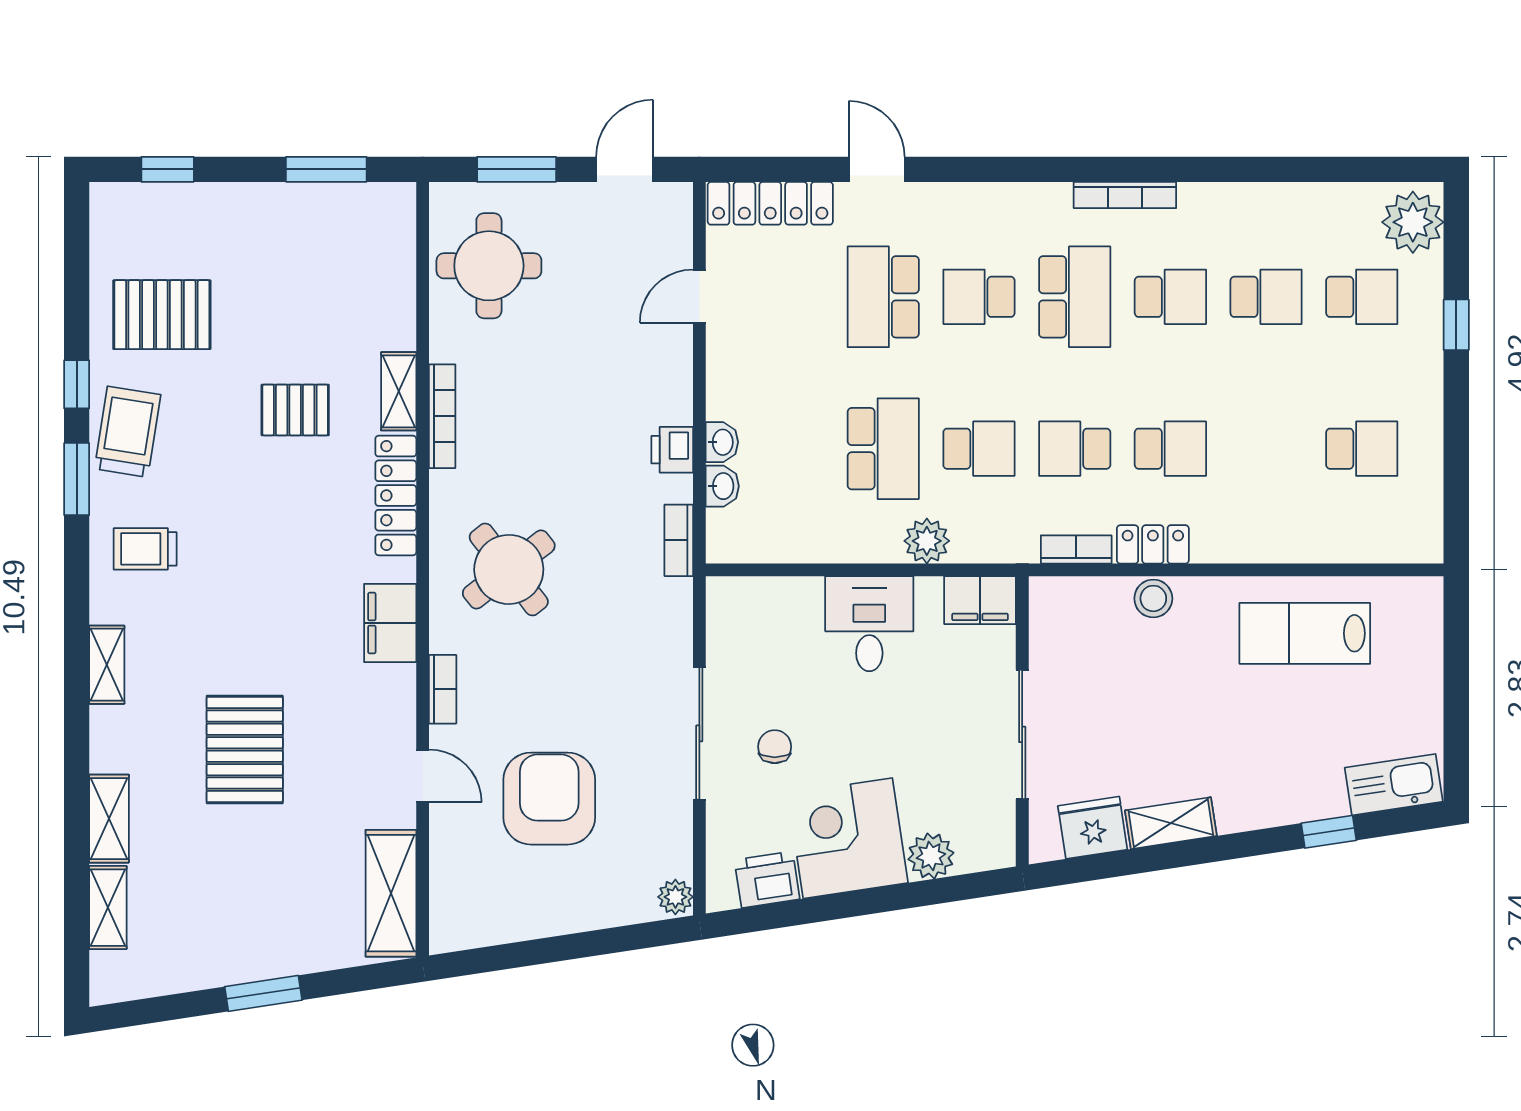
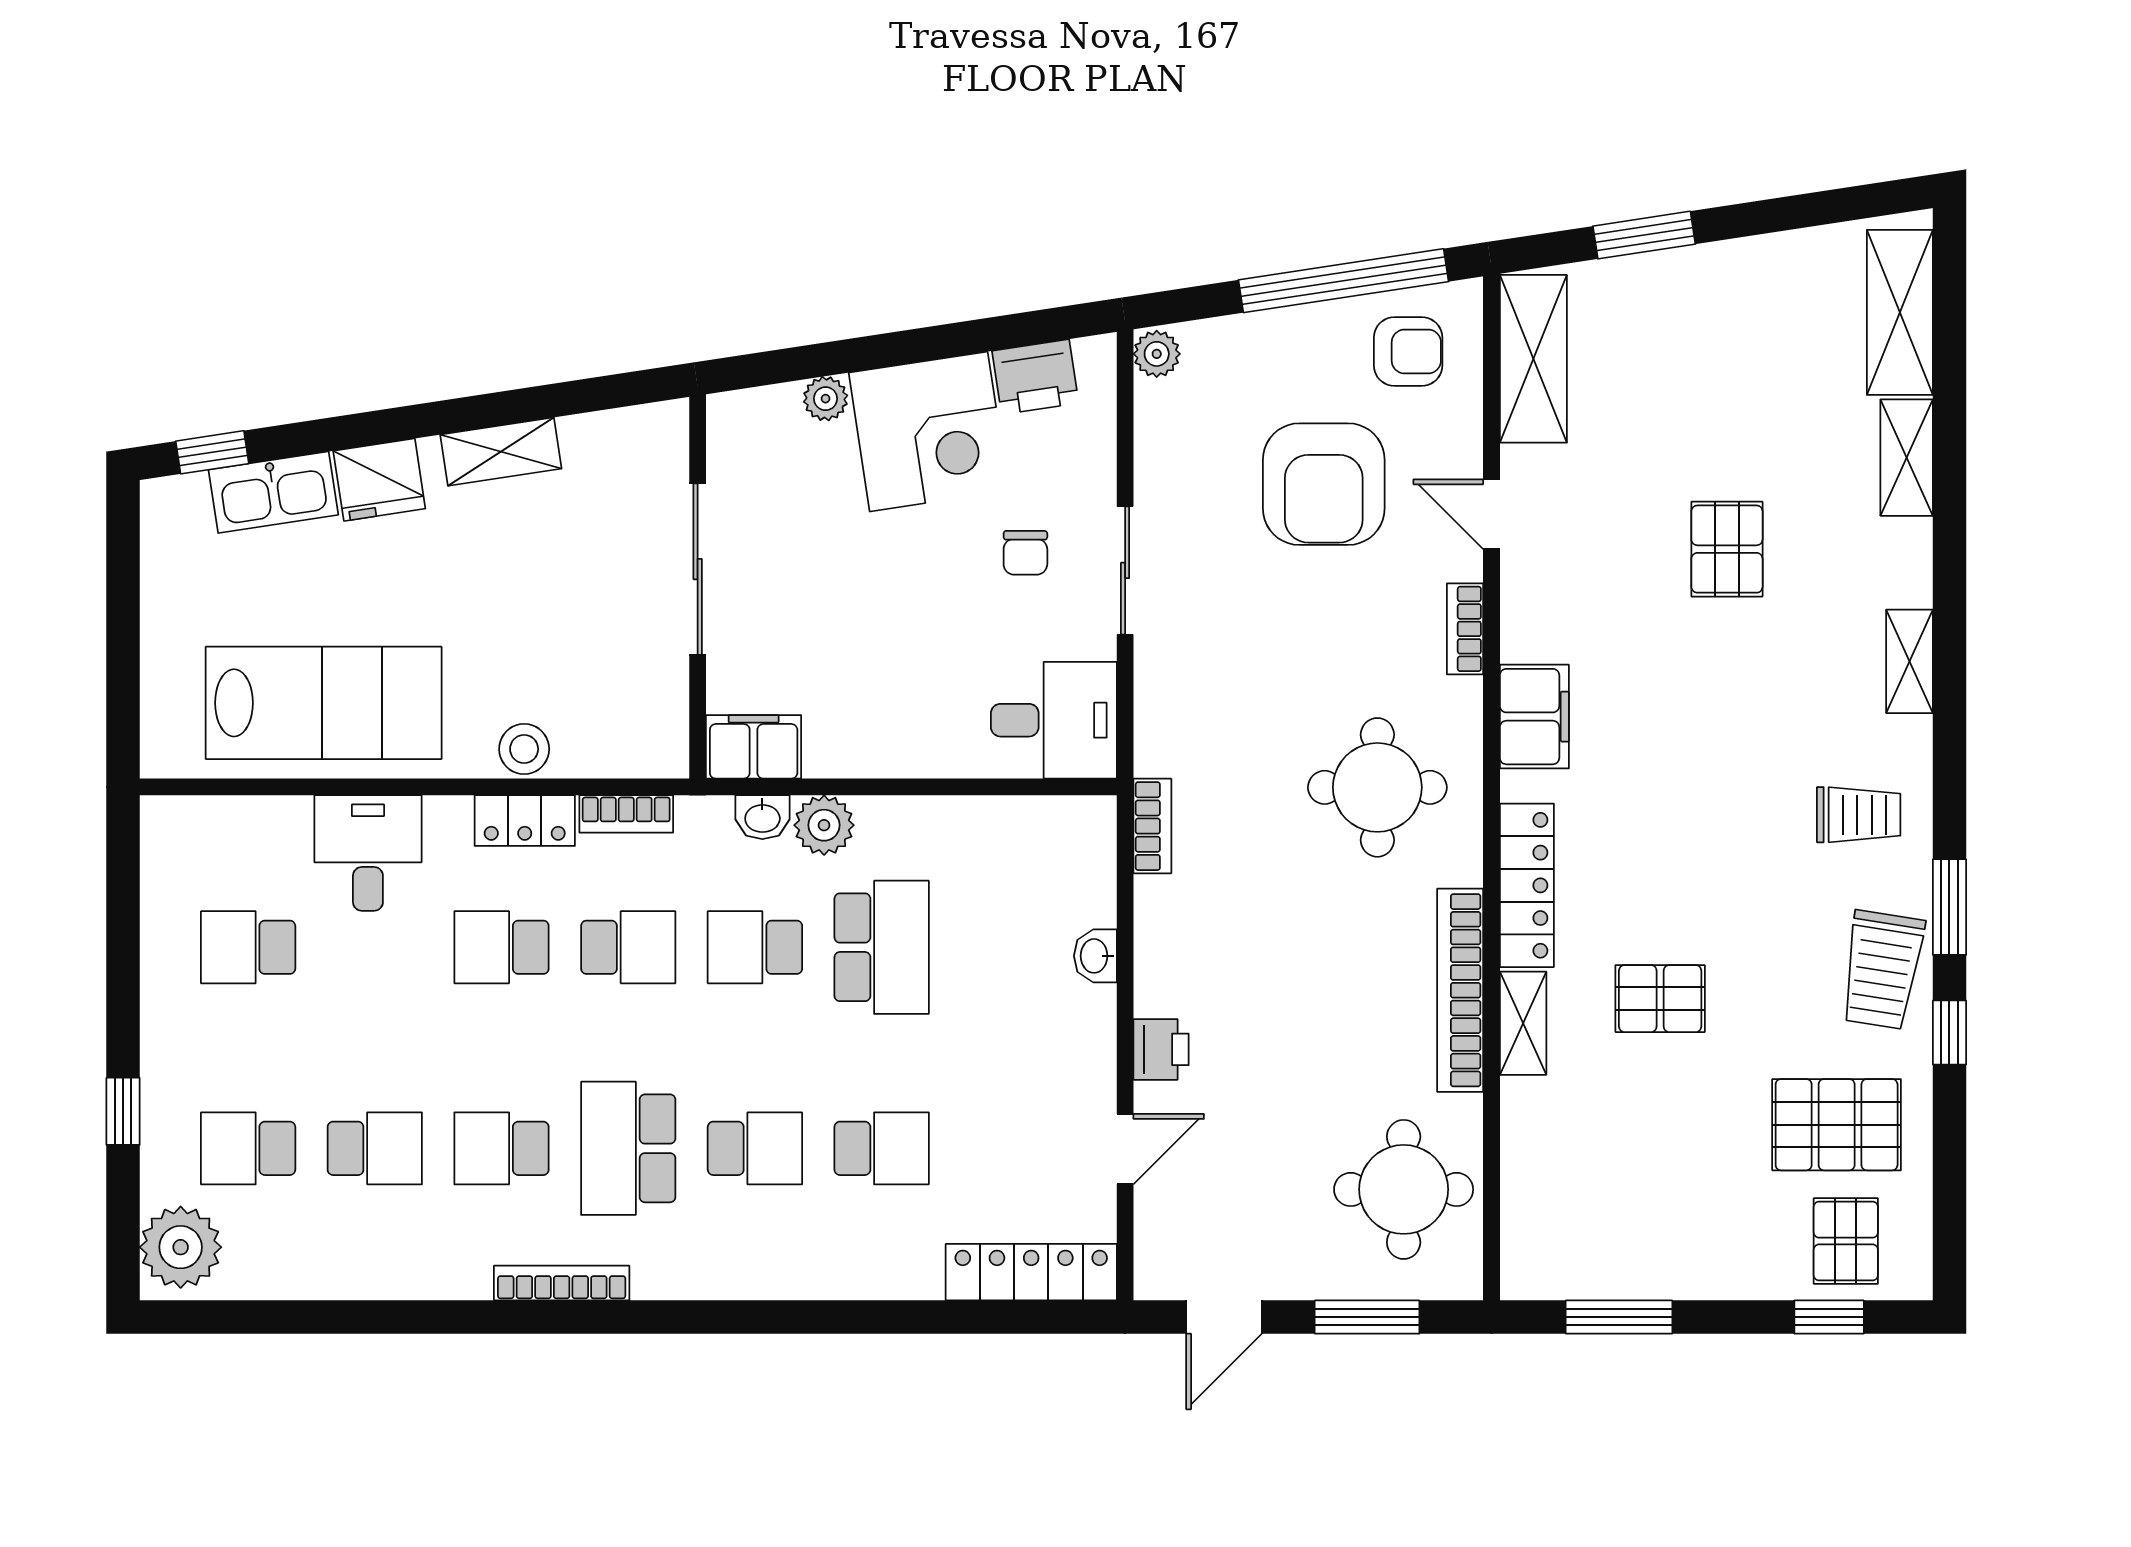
door: (877, 169) -> (890, 1317), removed
pallet: (155, 227) -> (1846, 1241), added
school desk: (883, 297) -> (882, 1148), width x0.54
school desk: (1266, 297) -> (375, 1148), turned 180
bookcase: (442, 416) -> (1460, 990), width x1.48, depth x1.31
school desk: (883, 449) -> (882, 947), turned 180
printer: (672, 450) -> (1161, 1049), moved
washbasin: (722, 486) -> (762, 817), moved, turned -90
desk: (1271, 520) -> (368, 853), added
round table: (509, 569) -> (1377, 787), turned 38
desk: (869, 624) -> (1054, 720), moved, turned -90
lab bench: (1305, 633) -> (324, 703), width x1.36, depth x1.39
sliding door: (699, 733) -> (1125, 570), width x0.73
pallet: (245, 750) -> (1727, 549), width x0.67, depth x0.71
kitchen sink: (1394, 785) -> (273, 492), moved
fridge: (1093, 828) -> (379, 480), moved
window: (1329, 832) -> (212, 452), moved
plant: (931, 856) -> (826, 399), width x0.73, depth x0.73
armchair: (486, 899) -> (1408, 351), added
shelving: (108, 908) -> (1900, 312), width x1.50, depth x1.33
window: (534, 952) -> (1344, 281), added
window: (263, 993) -> (1644, 235), moved

